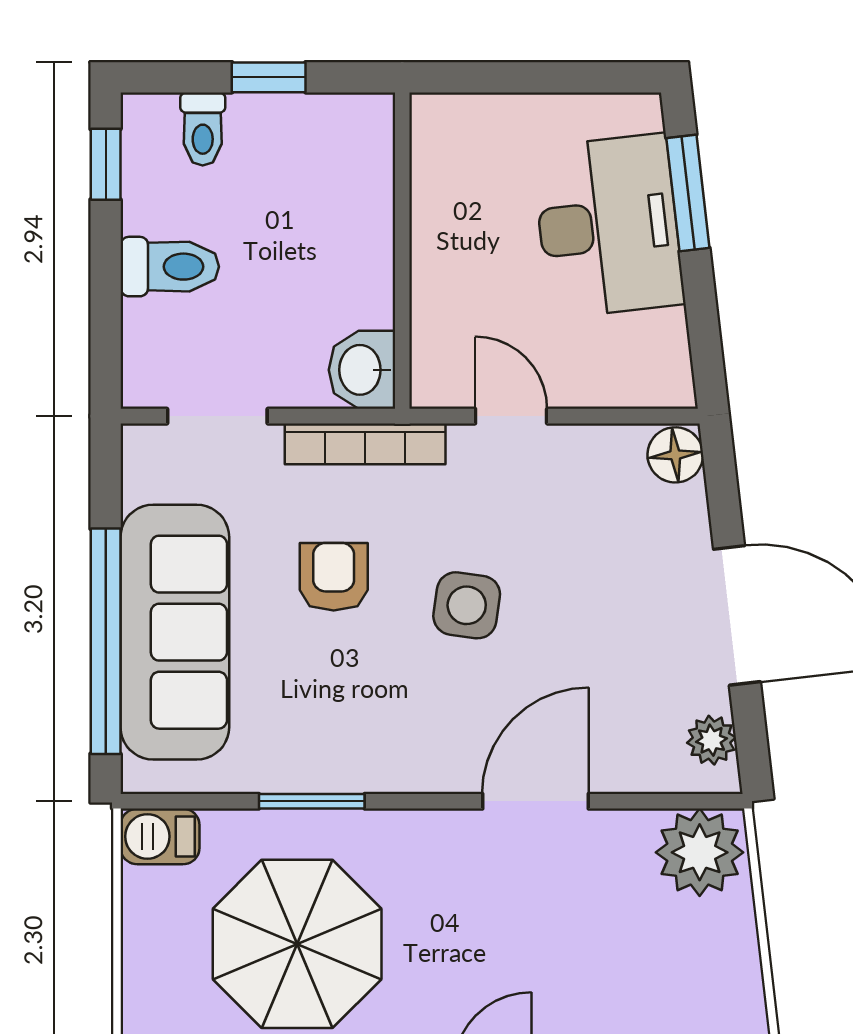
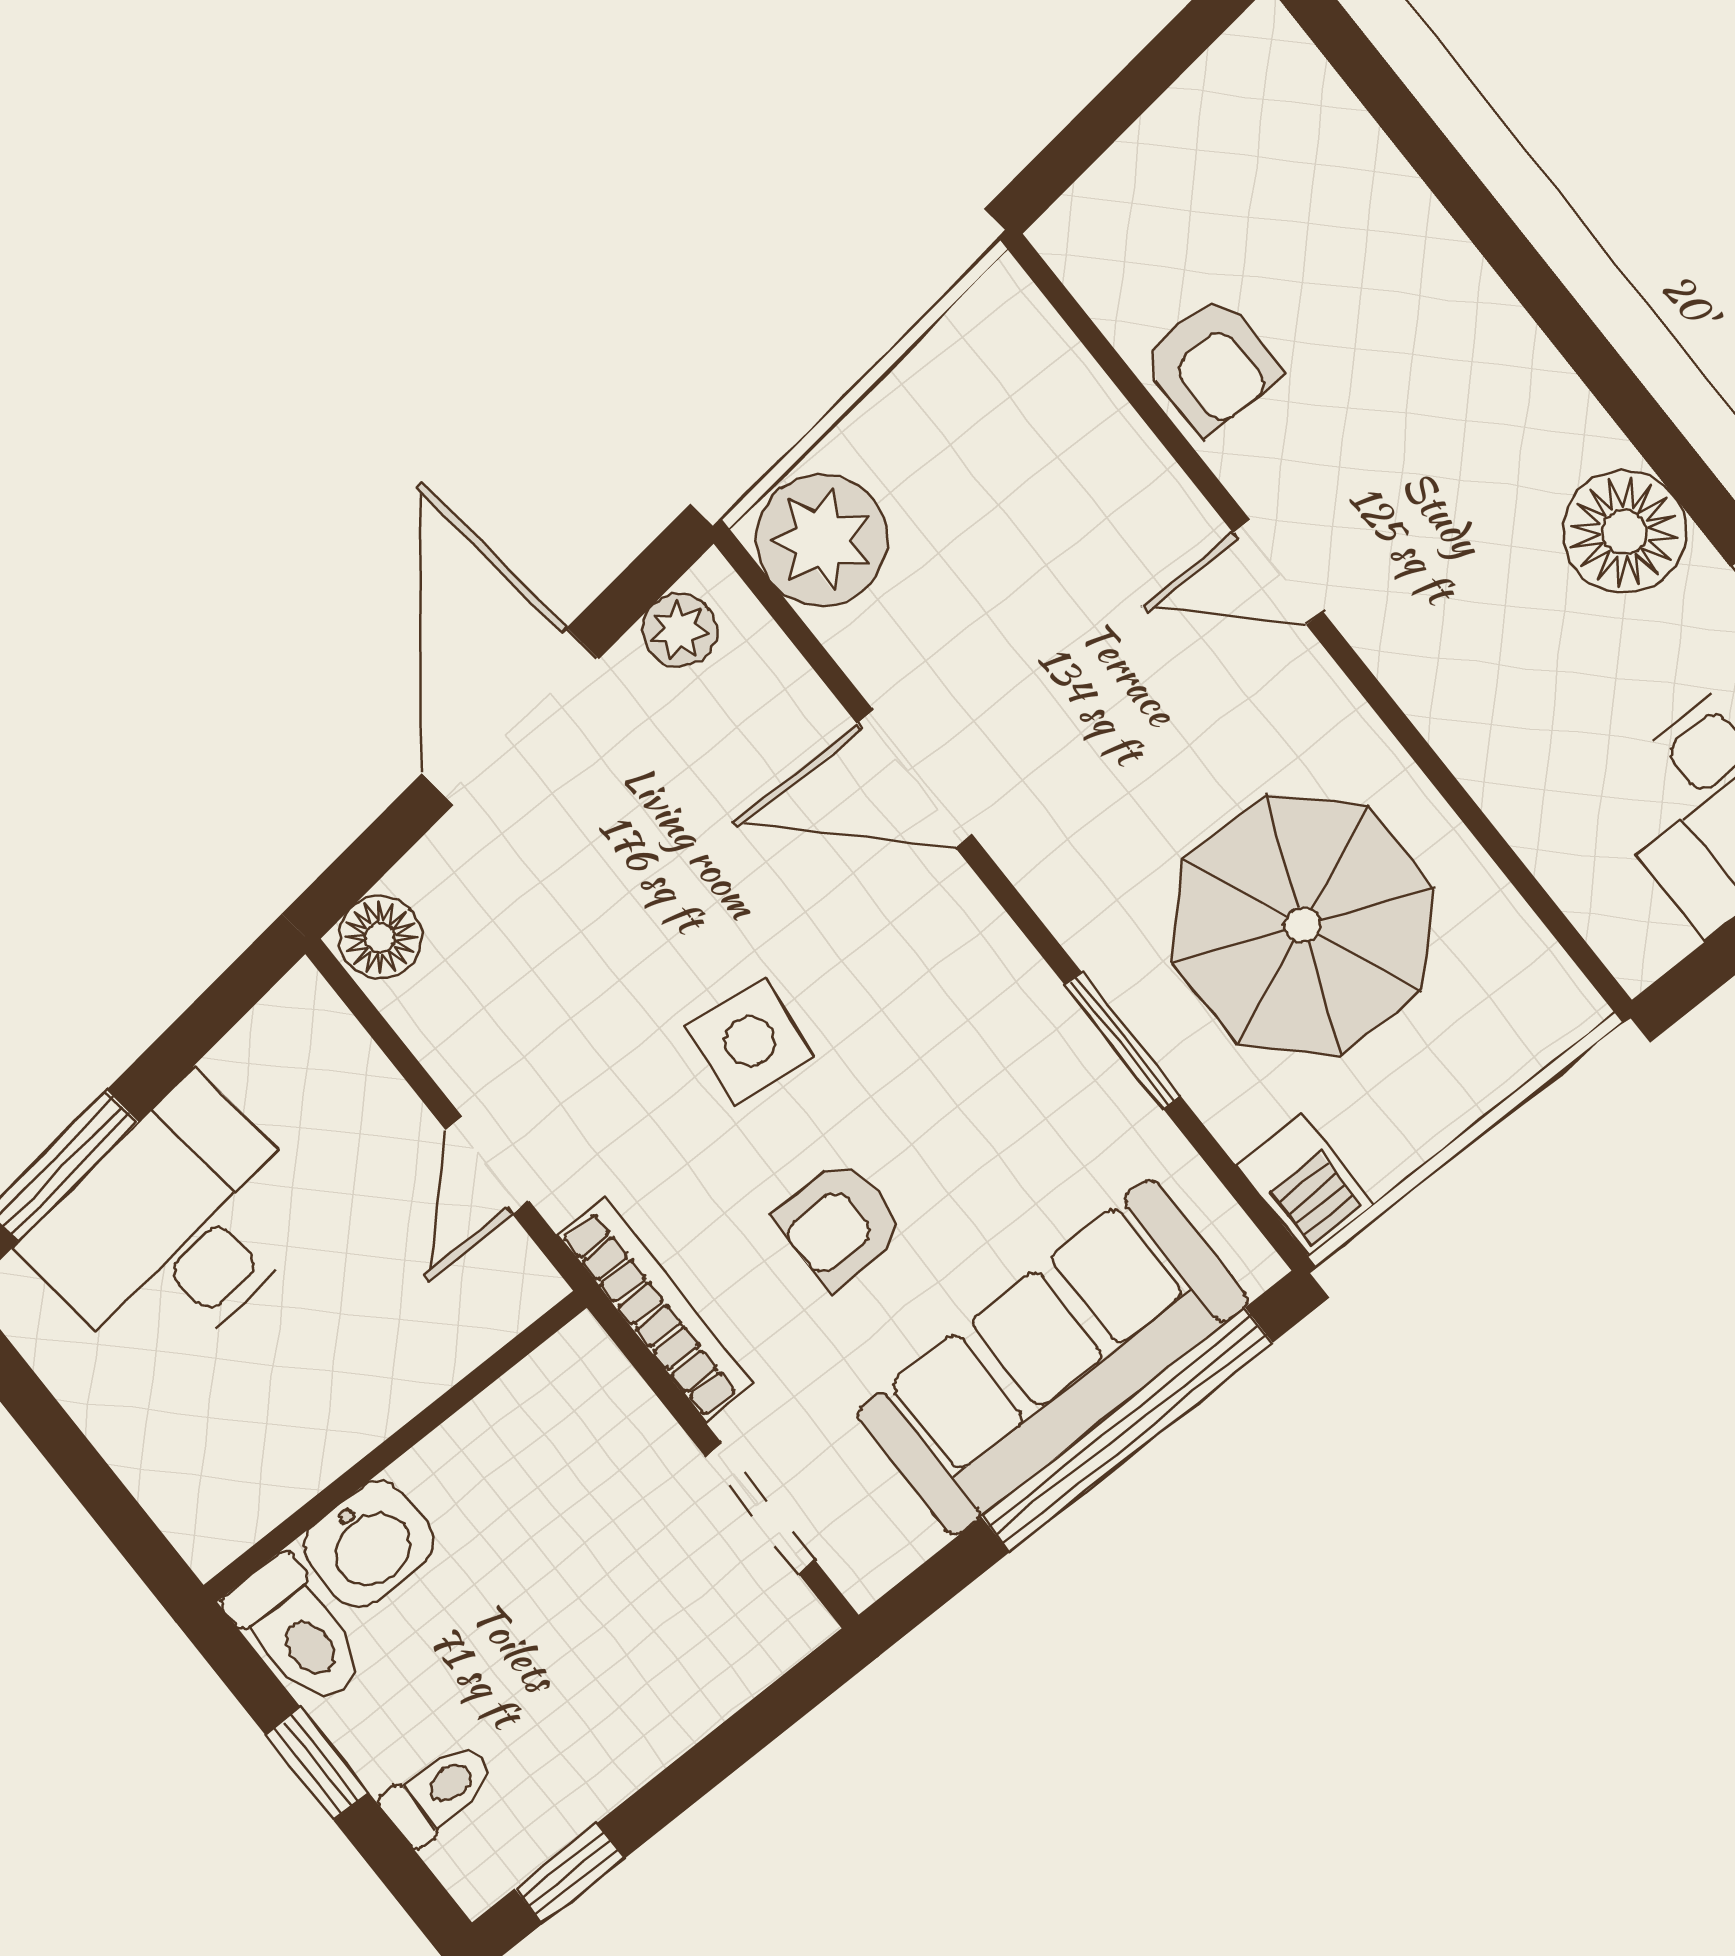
toilet: (170, 267) -> (297, 1631), moved, turned 180
washbasin: (362, 370) -> (369, 1544), moved

